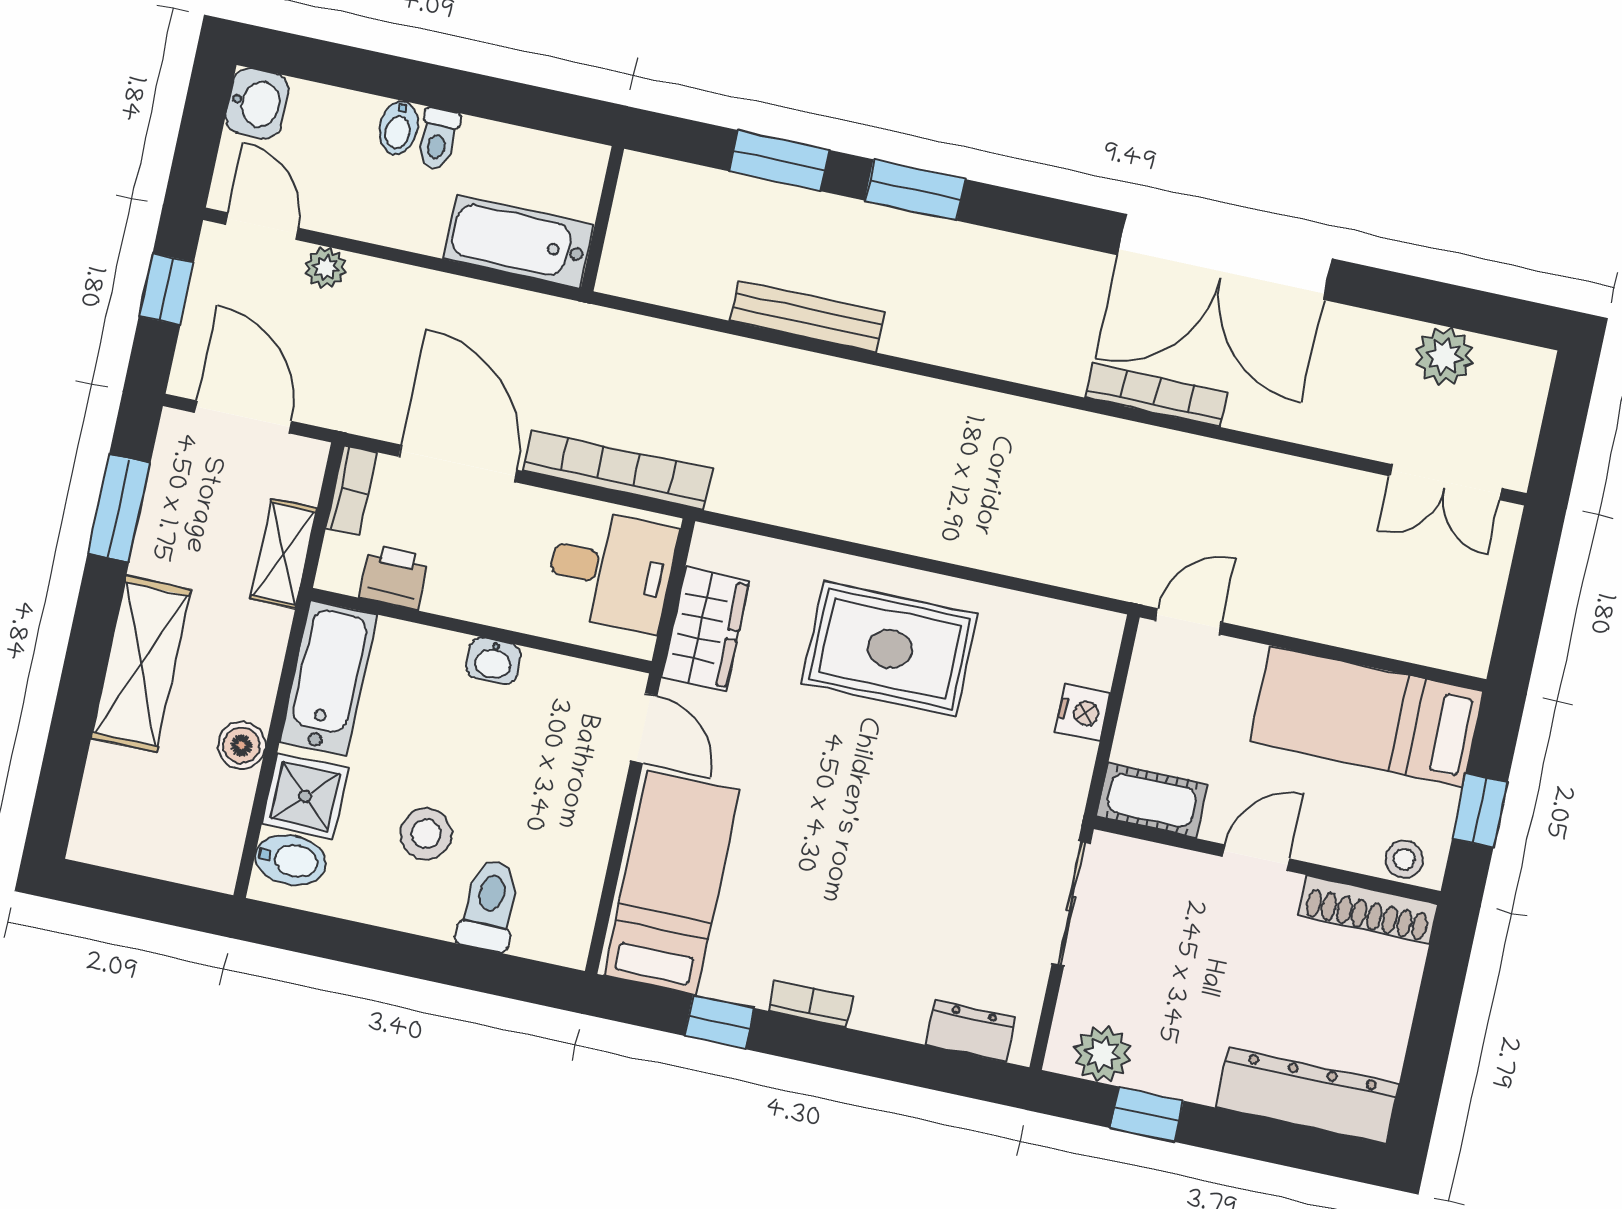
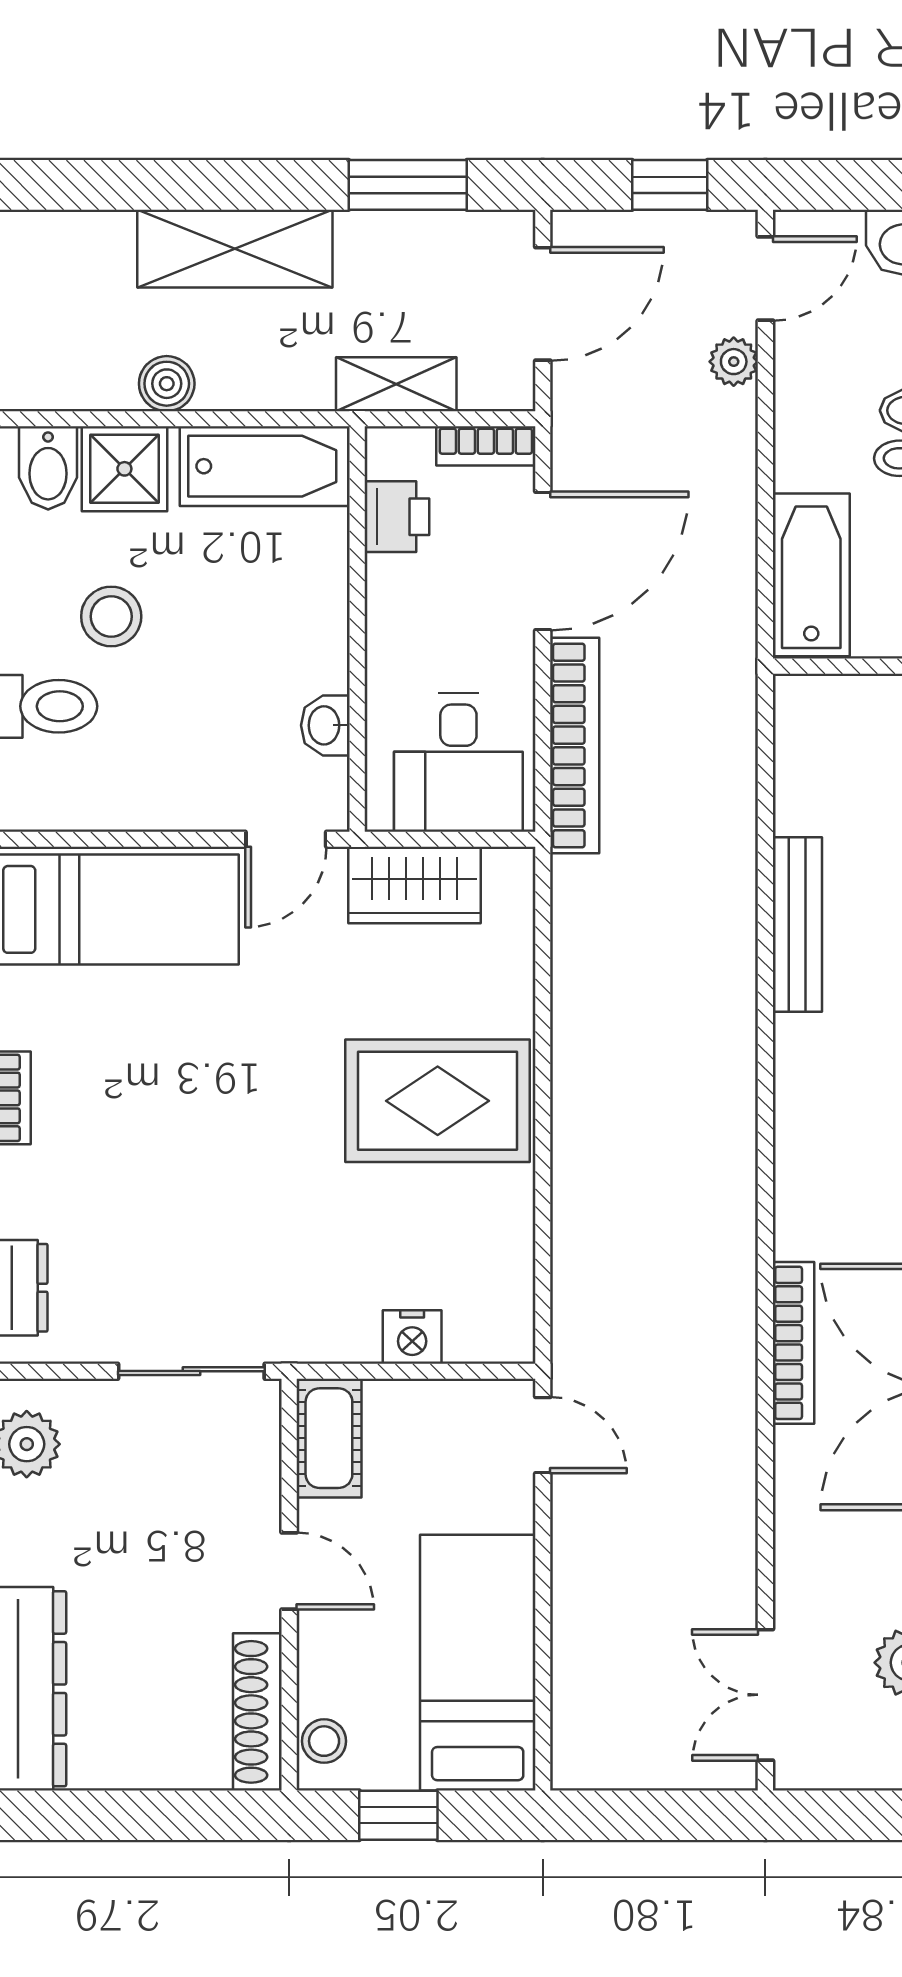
rug: (890, 649) -> (438, 1101), turned 90
washbasin: (493, 661) -> (325, 725), moved

